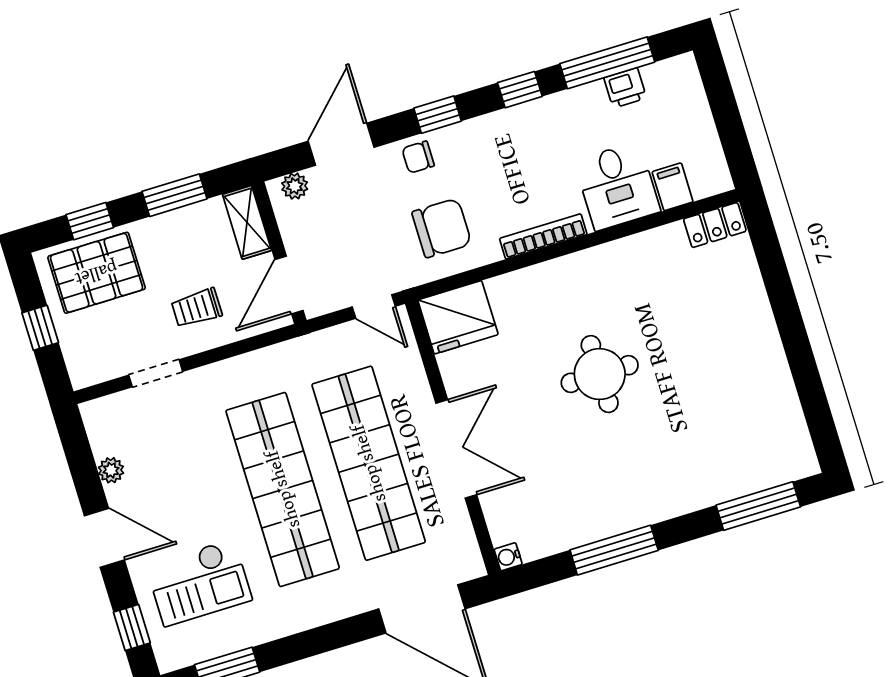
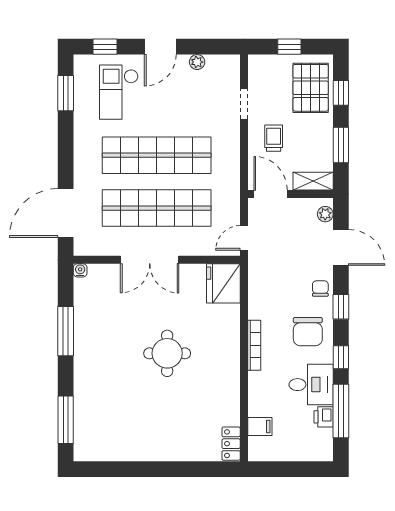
desk: (617, 186) -> (311, 385), moved, turned 180
chair: (442, 228) -> (308, 332), moved

